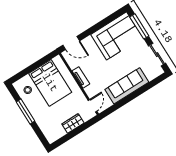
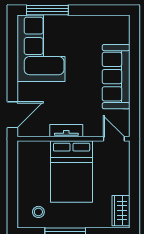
sliding door: (157, 55) -> (100, 10), removed
bed: (50, 83) -> (72, 172), moved, turned 90
wardrobe: (73, 123) -> (121, 211), moved

